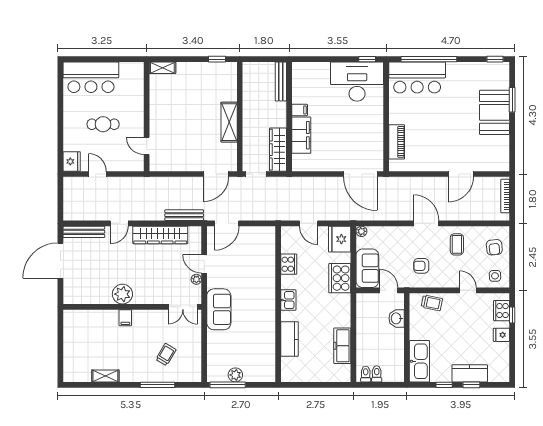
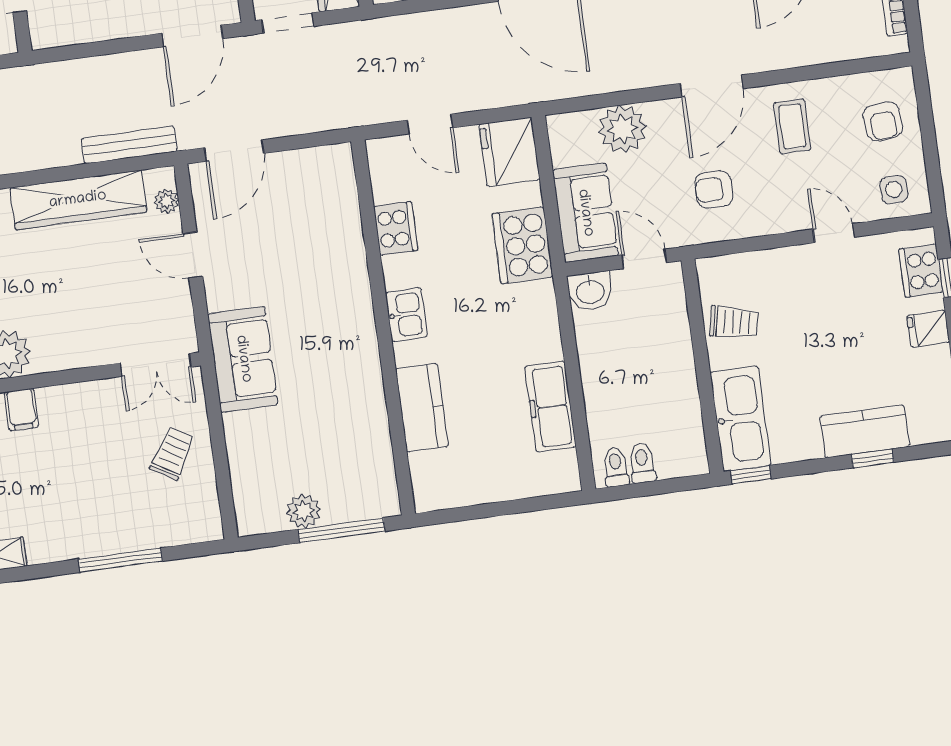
door: (426, 223) -> (712, 86), swing flipped
plant: (361, 231) -> (623, 129), moved, width x1.88, depth x1.88
plant: (196, 279) -> (166, 201), moved
trolley: (432, 303) -> (734, 322), moved
washbasin: (397, 318) -> (590, 291), moved, turned -90
trolley: (166, 355) -> (172, 454), moved
window: (228, 385) -> (342, 530), moved
window: (444, 385) -> (751, 475), moved

